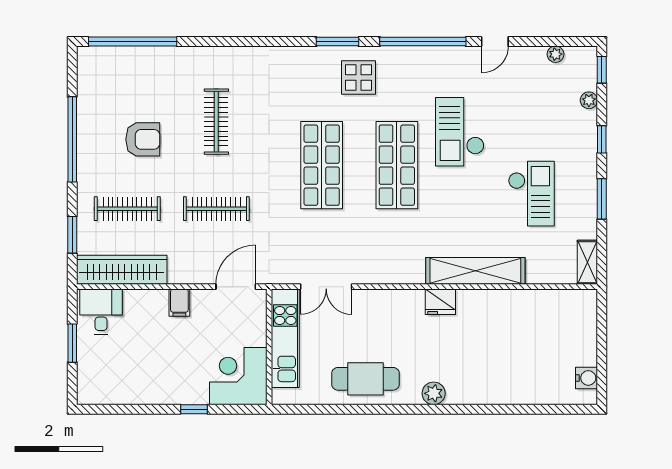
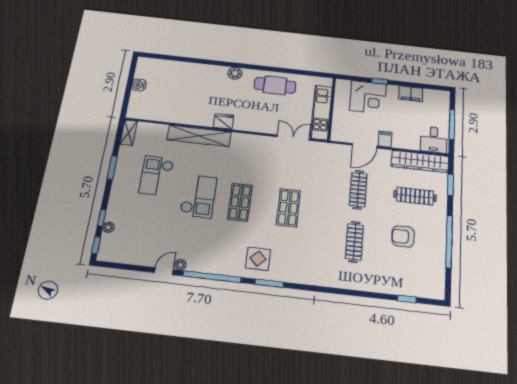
window: (133, 42) -> (407, 299), width x0.32
plant: (556, 54) -> (180, 265), moved
checkout: (460, 132) -> (198, 196), moved
window: (602, 139) -> (102, 218), moved
shop shelf: (322, 165) -> (288, 208), width x0.70, depth x0.74
shop shelf: (397, 165) -> (240, 202), width x0.70, depth x0.74
clothes rail: (216, 209) -> (358, 190), turned 90
door: (236, 287) -> (365, 146), moved
window: (72, 343) -> (452, 124), width x1.44
corner desk: (238, 376) -> (368, 97), moved
water cooler: (587, 378) -> (139, 85), moved
filing cabinet: (141, 392) -> (411, 94), added

